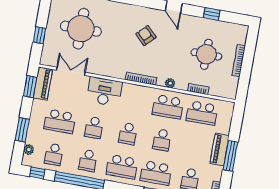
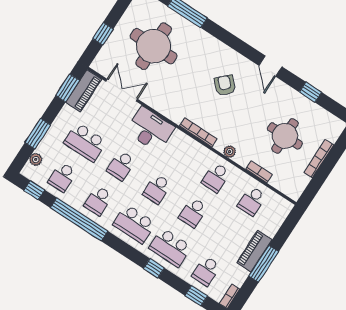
school desk: (168, 107) -> (216, 178), width x0.54
school desk: (202, 113) -> (252, 201), width x0.54

